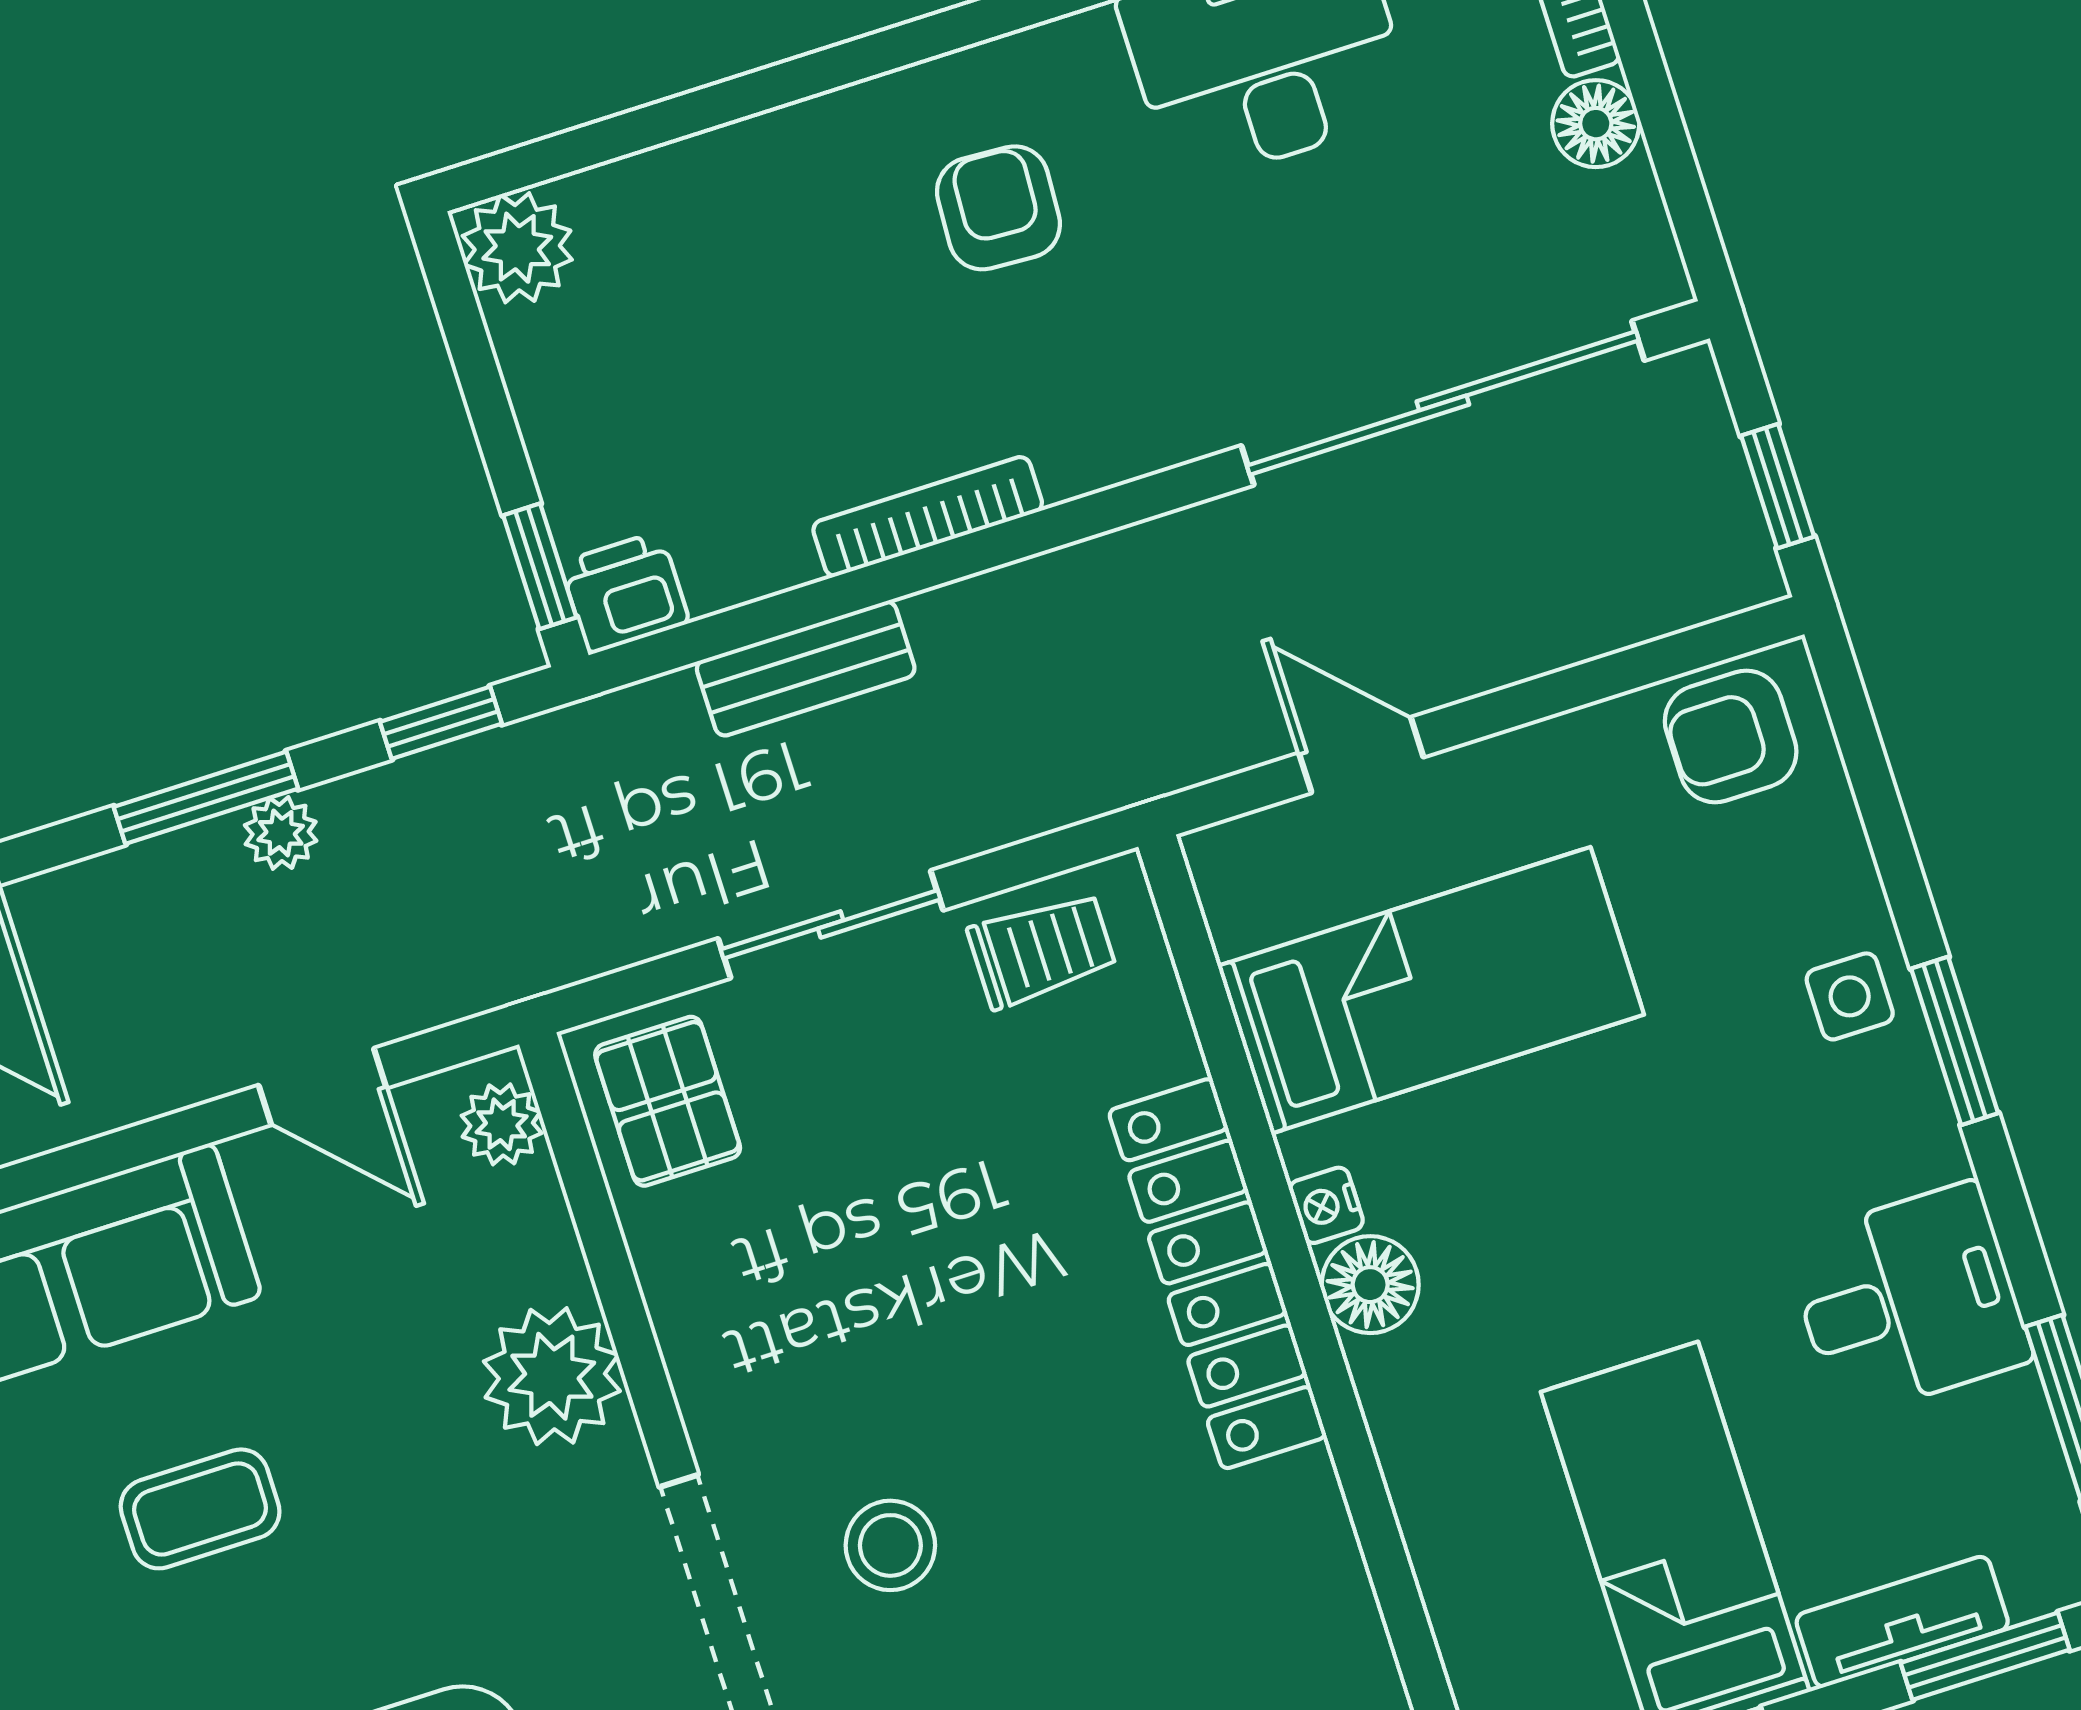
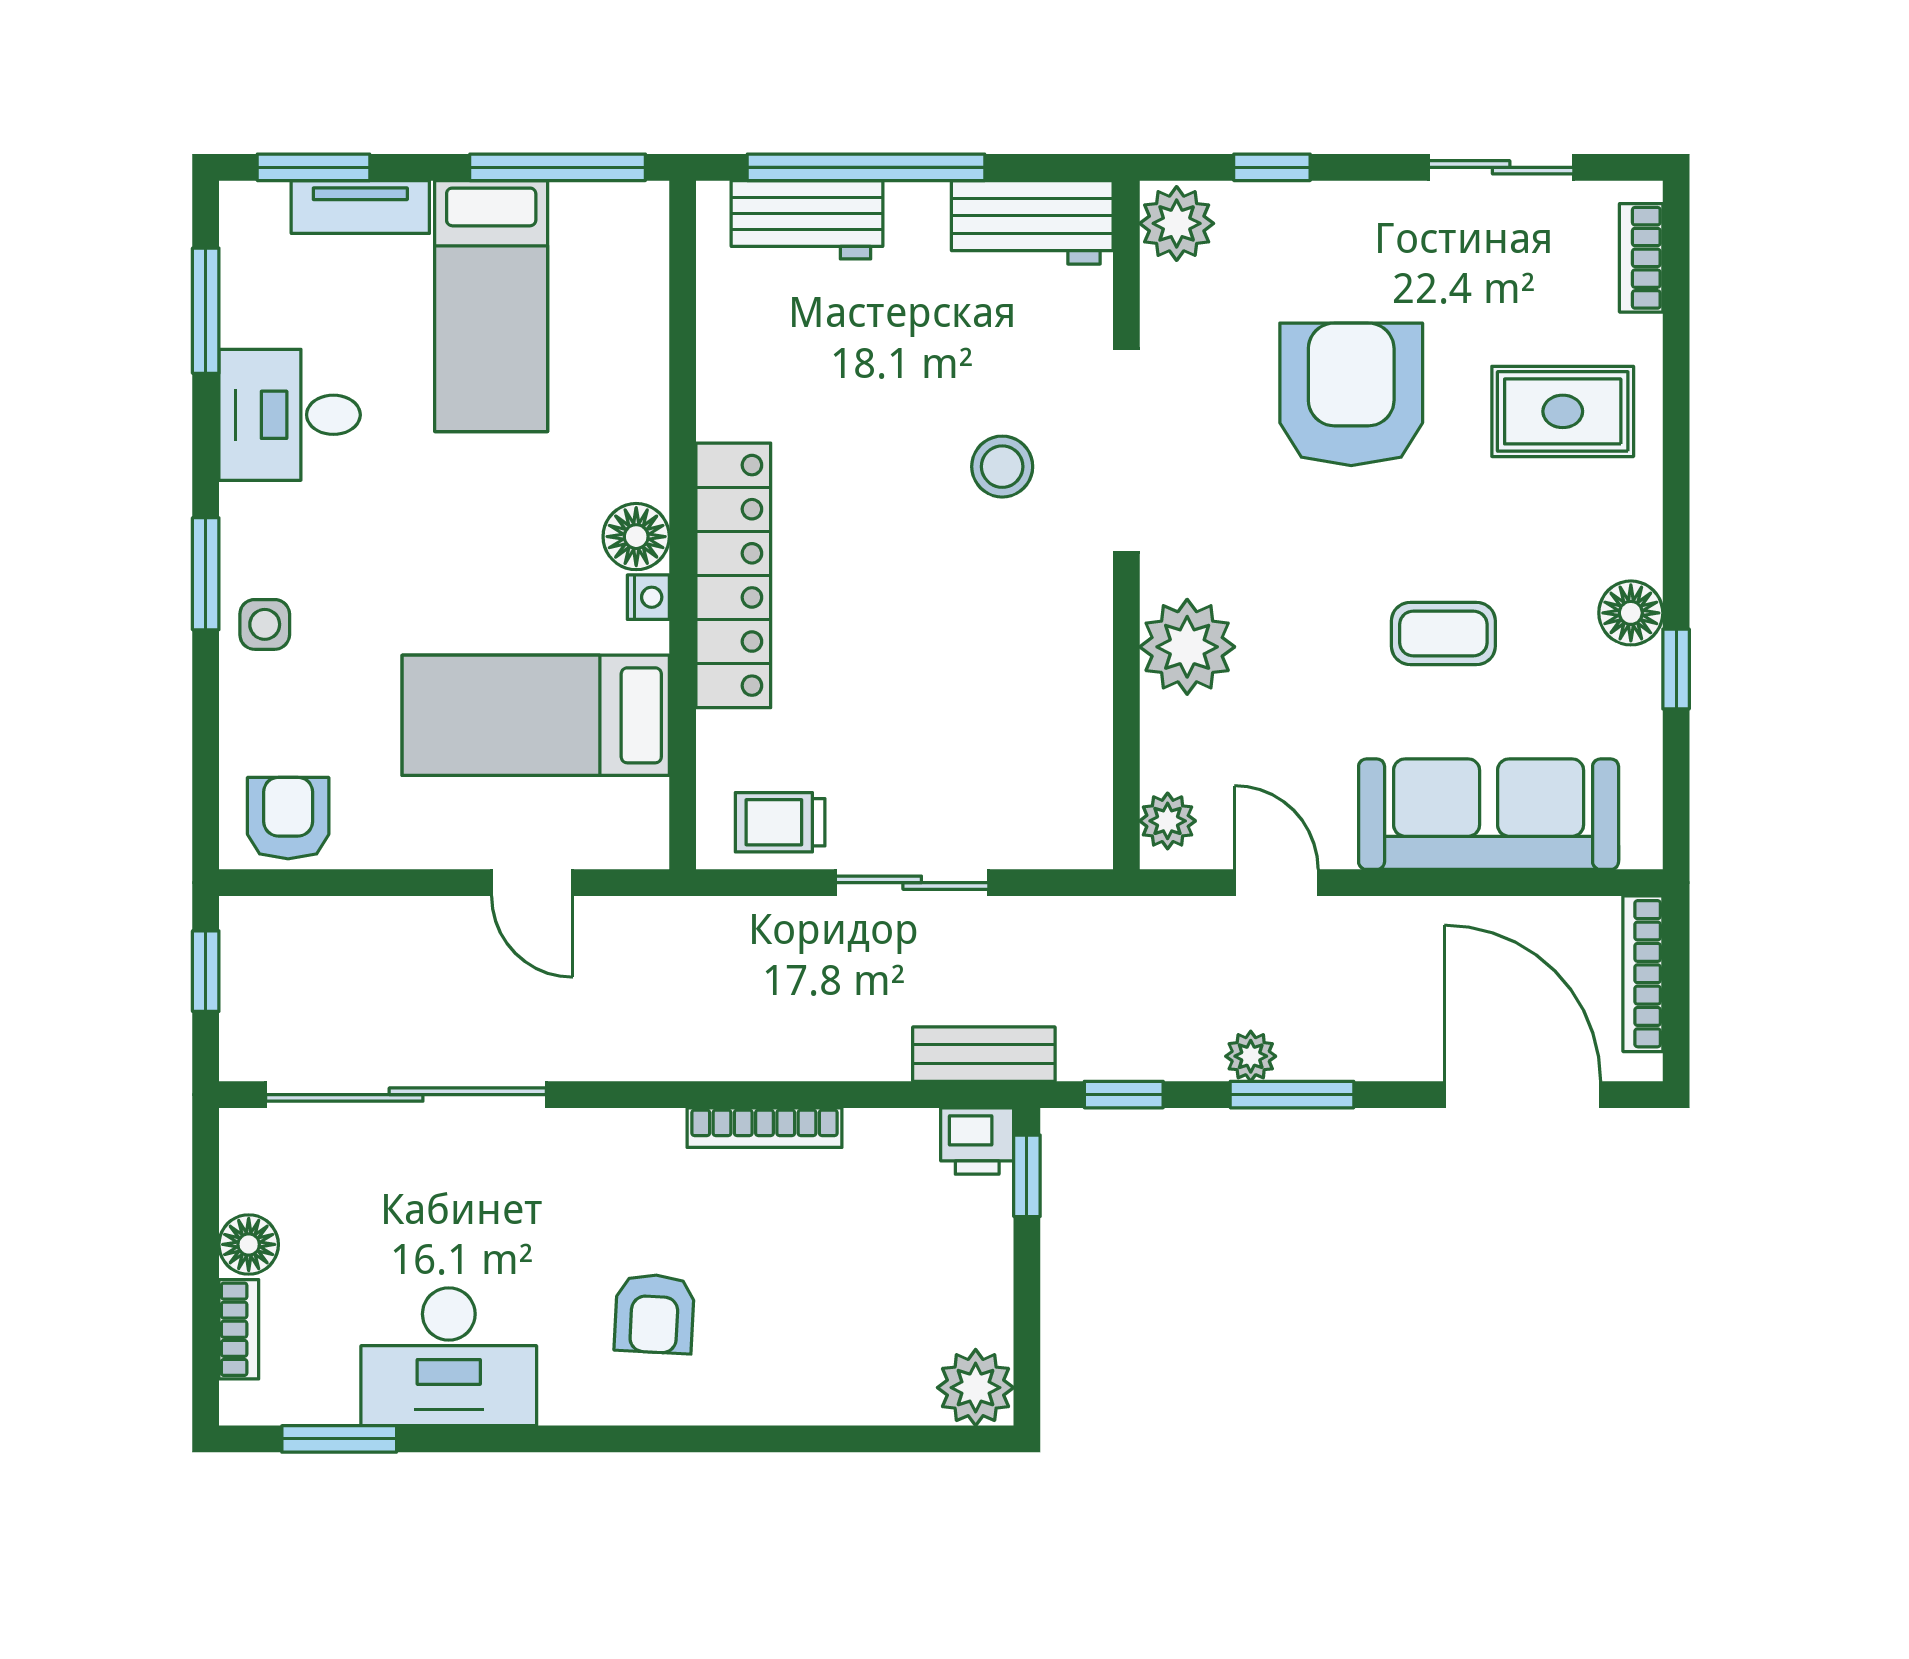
bench: (806, 669) -> (984, 1054), moved
armchair: (1731, 736) -> (288, 818), turned -90
pallet: (668, 1101) -> (1055, 802), removed

